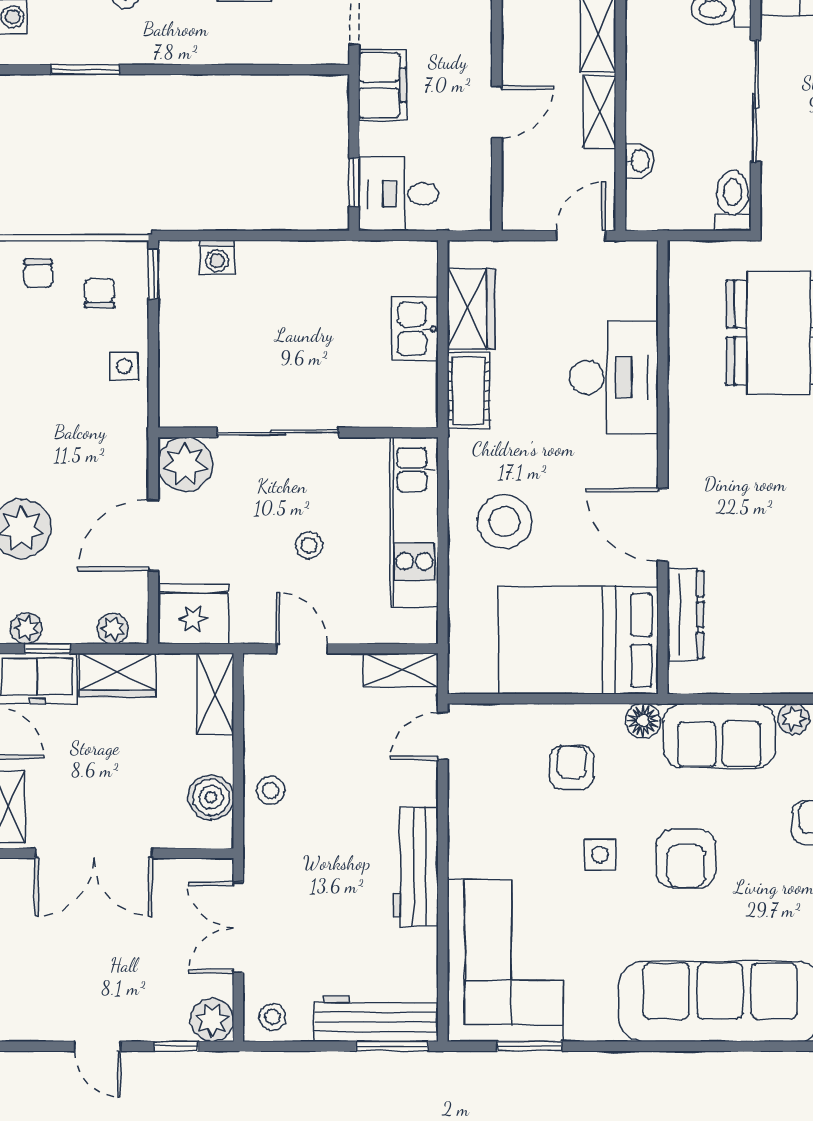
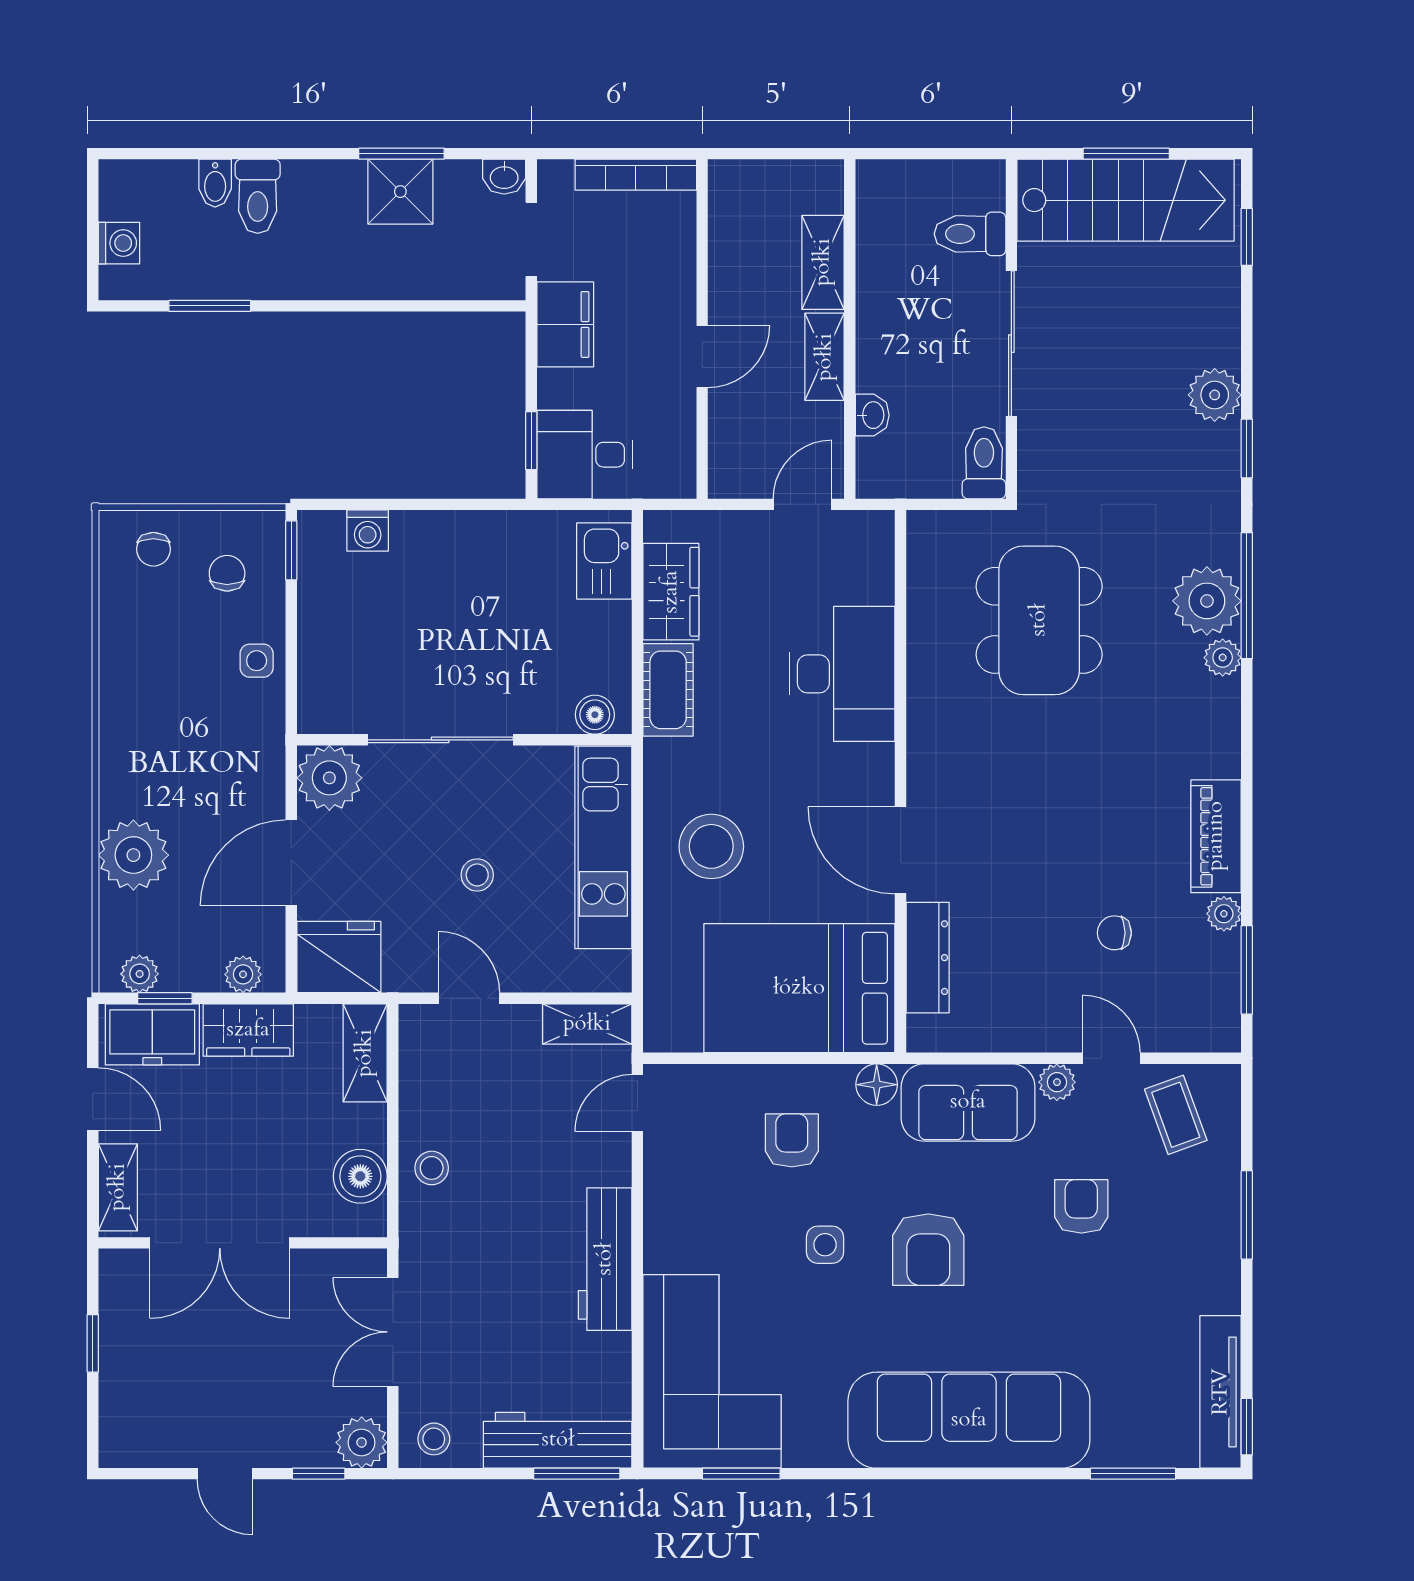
kitchen sink: (415, 329) -> (604, 561), moved
boiler: (407, 411) -> (595, 715), added

